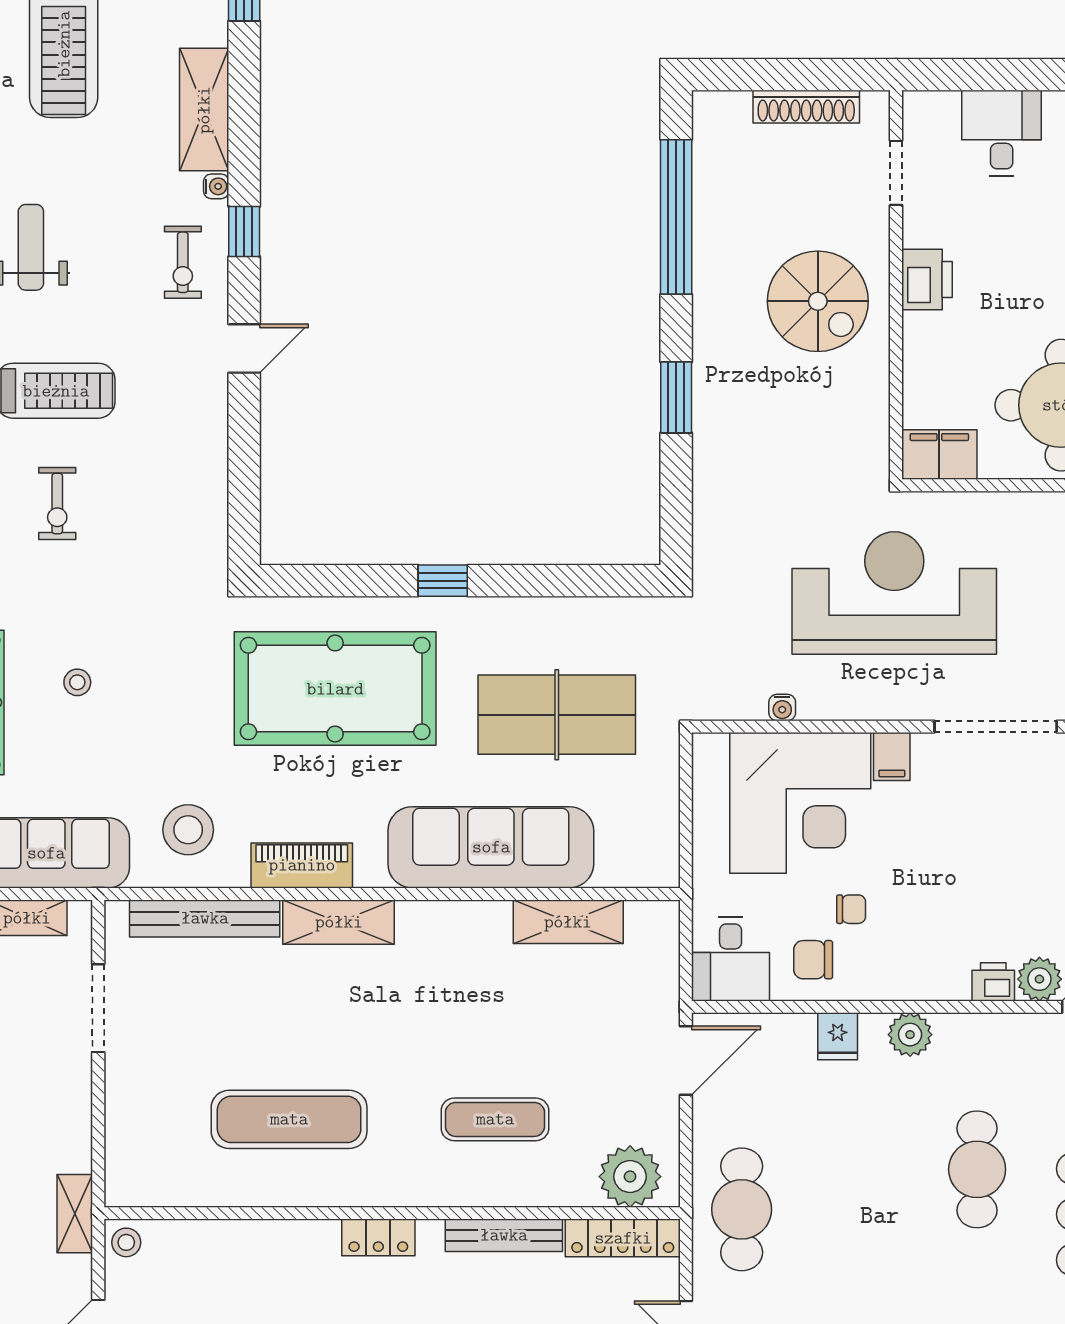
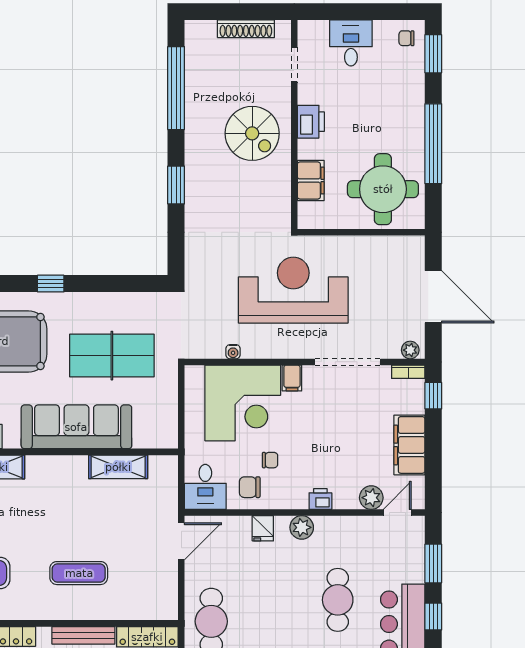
filing cabinet: (939, 455) -> (311, 180), moved, turned 90
printer: (993, 982) -> (320, 499), moved
plant: (630, 1177) -> (151, 604), removed

